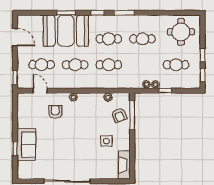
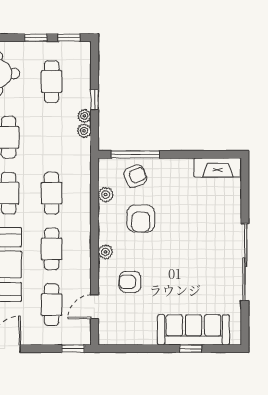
armchair: (93, 118) -> (141, 219), added
side table: (106, 141) -> (178, 197), removed
sofa: (26, 145) -> (193, 330), width x1.36

